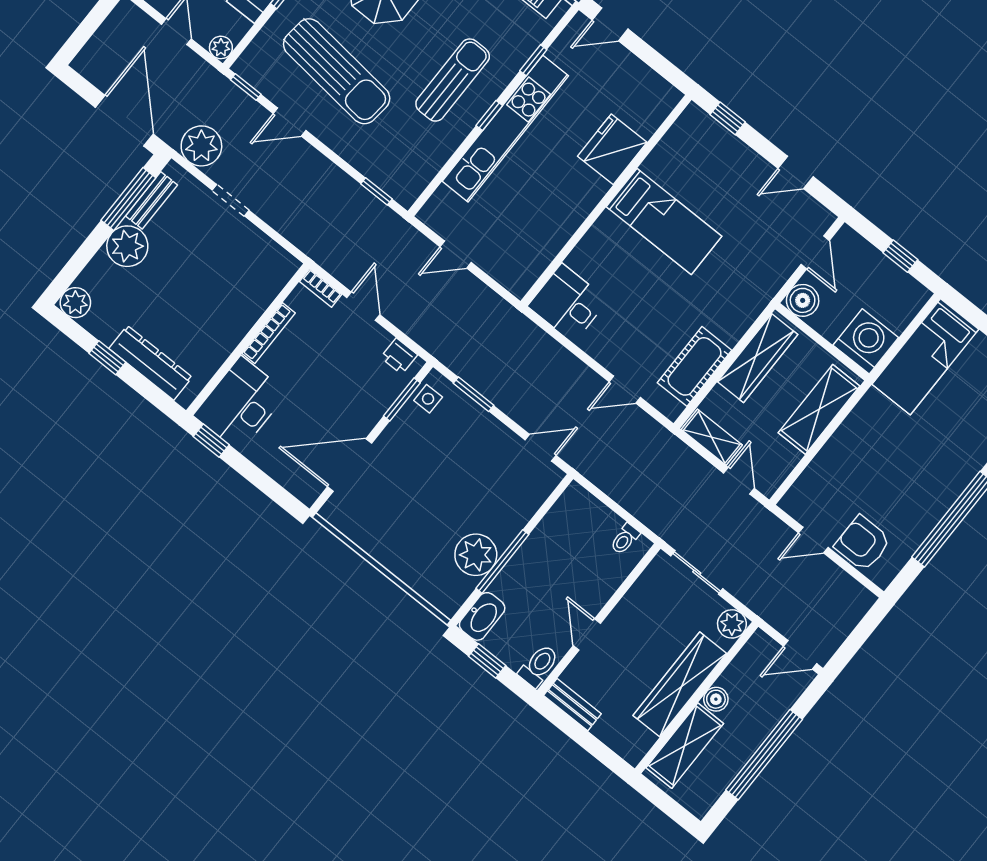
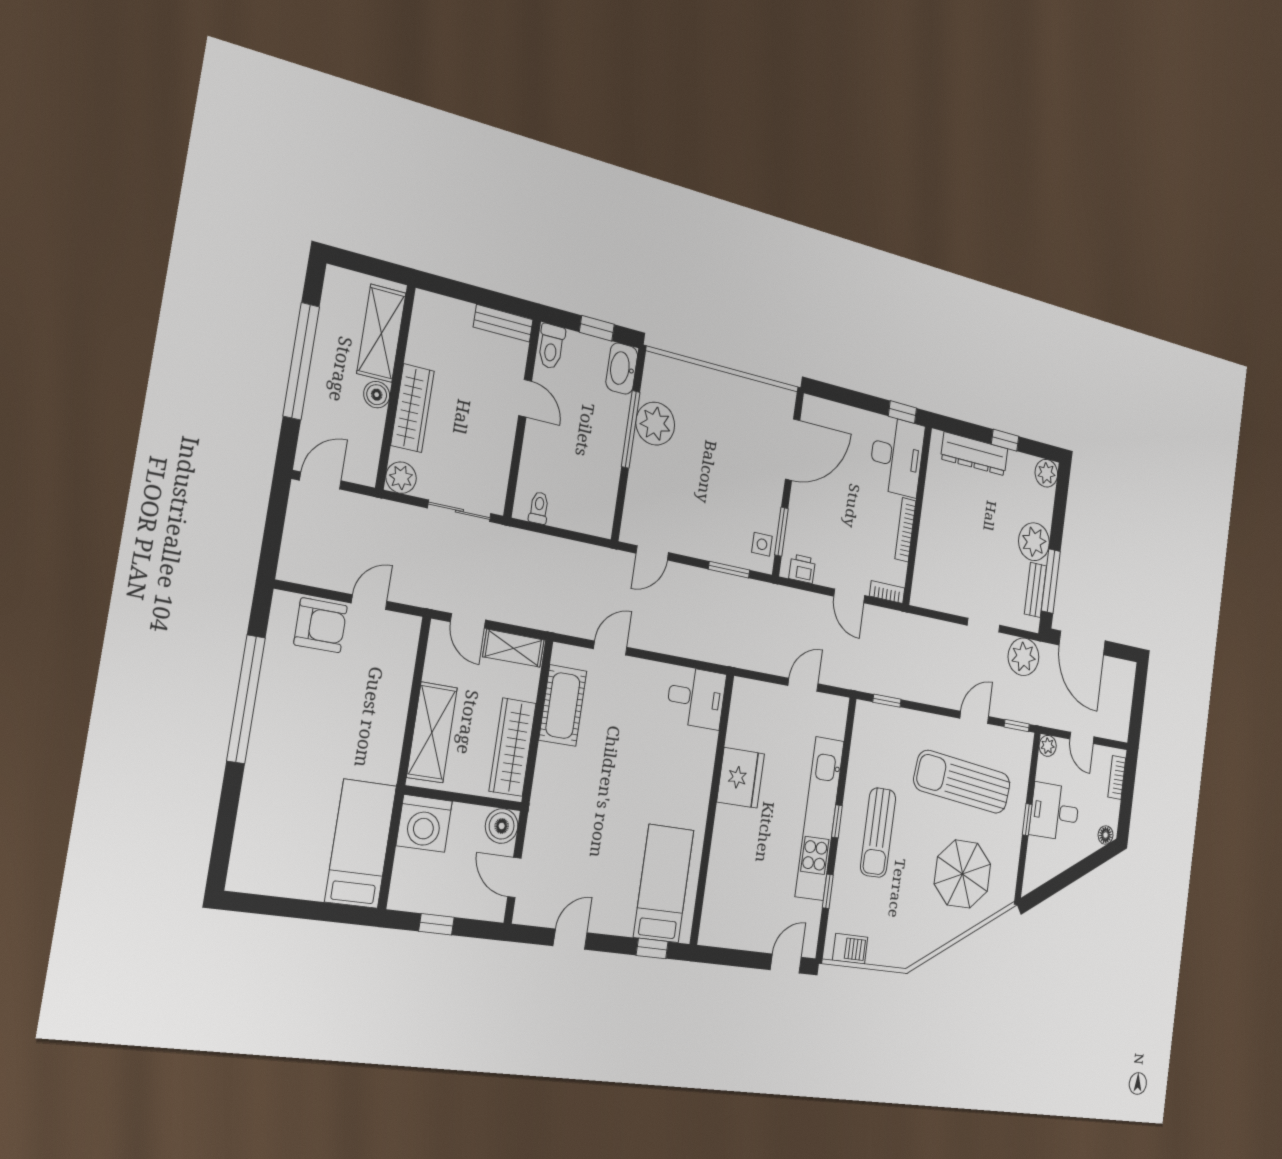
fridge: (612, 149) -> (741, 778), moved
bed: (664, 221) -> (664, 883), moved, turned 90
wardrobe: (680, 684) -> (412, 408), width x0.71, depth x0.85

